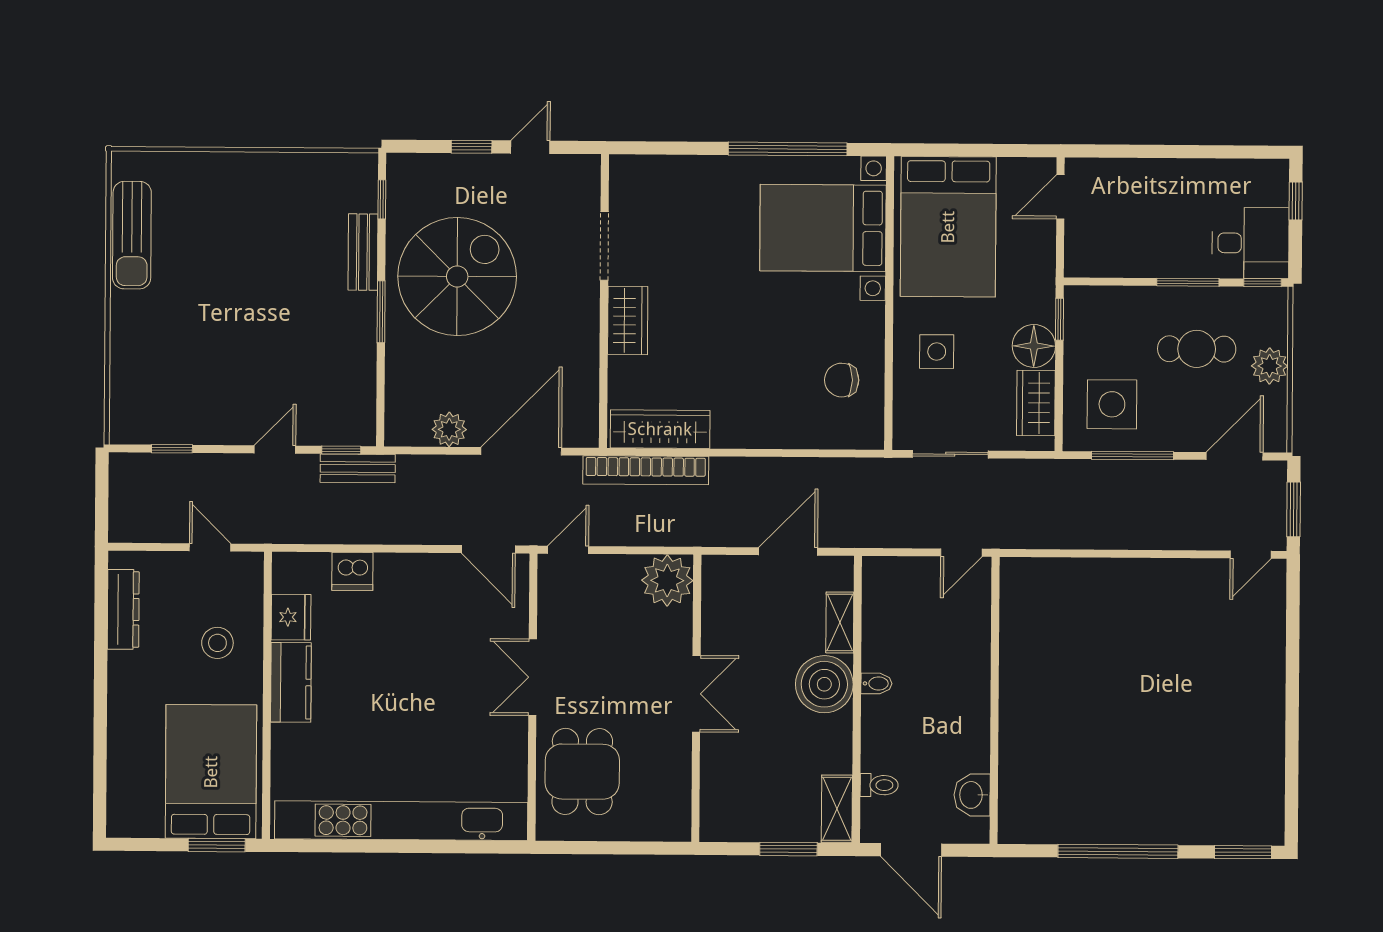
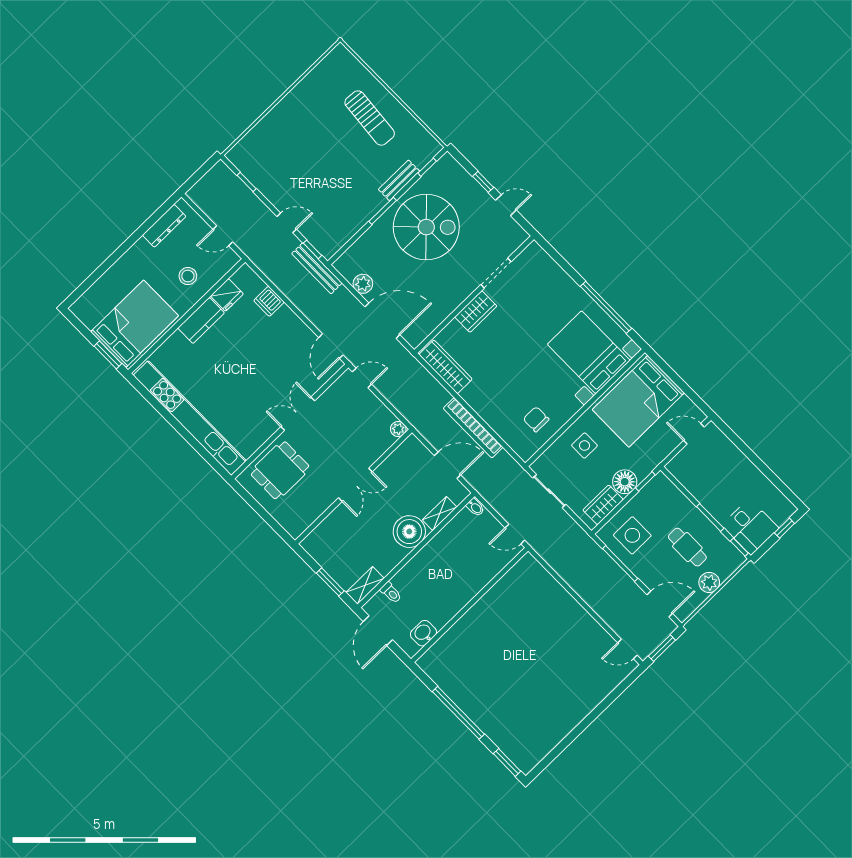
sun lounger: (132, 235) -> (370, 118), moved, turned -85
bench: (358, 468) -> (317, 268), width x1.36
bookcase: (646, 470) -> (473, 428), moved
door: (210, 547) -> (223, 236), swing flipped
plant: (667, 580) -> (398, 429), width x0.53, depth x0.53
bidet: (876, 683) -> (475, 507), moved

